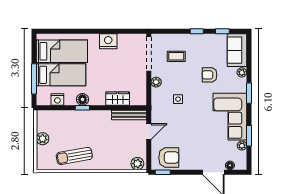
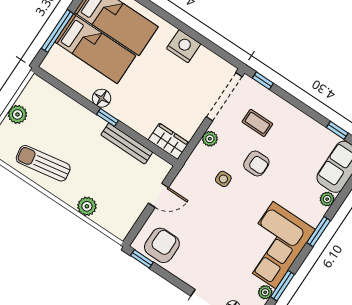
window: (197, 31) -> (263, 81), moved
armchair: (210, 75) -> (256, 164), moved, turned 180
wardrobe: (118, 99) -> (169, 141), moved
nightstand: (57, 100) -> (70, 77), removed
window: (82, 108) -> (107, 117), moved
bench: (129, 115) -> (127, 144), moved
armchair: (169, 158) -> (162, 245), turned -90
plant: (137, 164) -> (87, 206), moved

